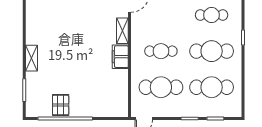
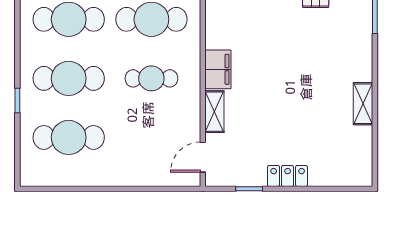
cafe table: (212, 15) -> (69, 137), width x1.37, depth x1.35
shelving: (32, 58) -> (363, 104), moved

